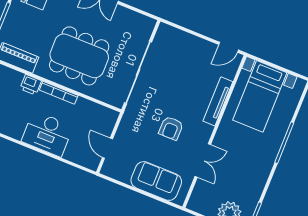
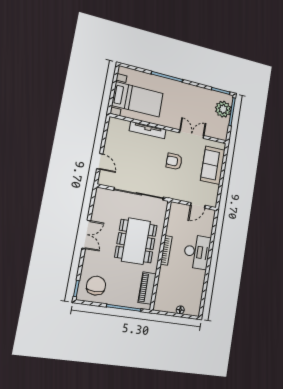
door: (229, 47) -> (100, 161), moved
printer: (31, 85) -> (165, 273), removed
armchair: (171, 128) -> (174, 161), turned 180

